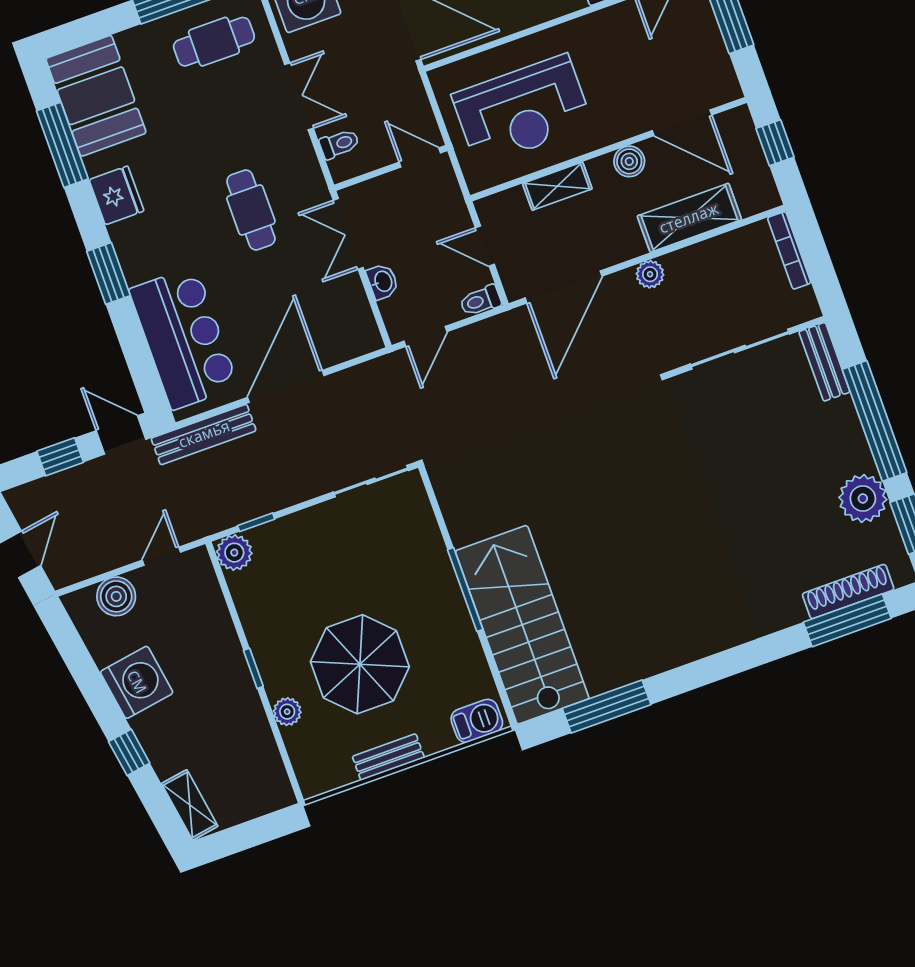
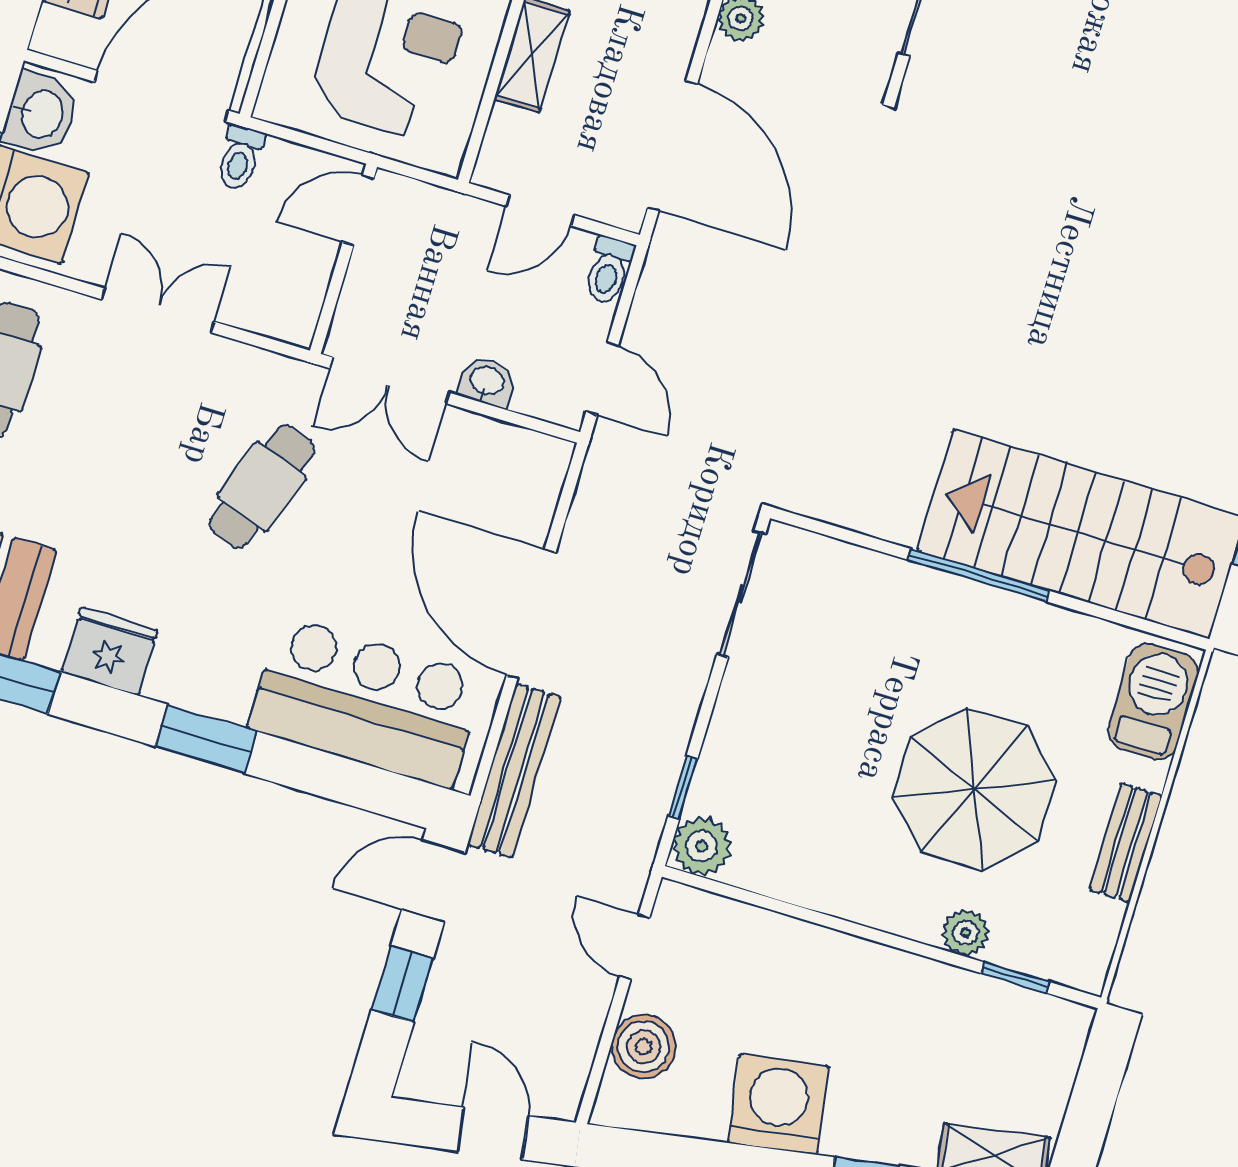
toilet: (339, 144) -> (240, 158), moved, turned 180
cafe table: (251, 210) -> (262, 487), turned -70
window: (253, 668) -> (1015, 978), moved
barbecue: (477, 721) -> (1153, 701), width x1.38, depth x1.27

